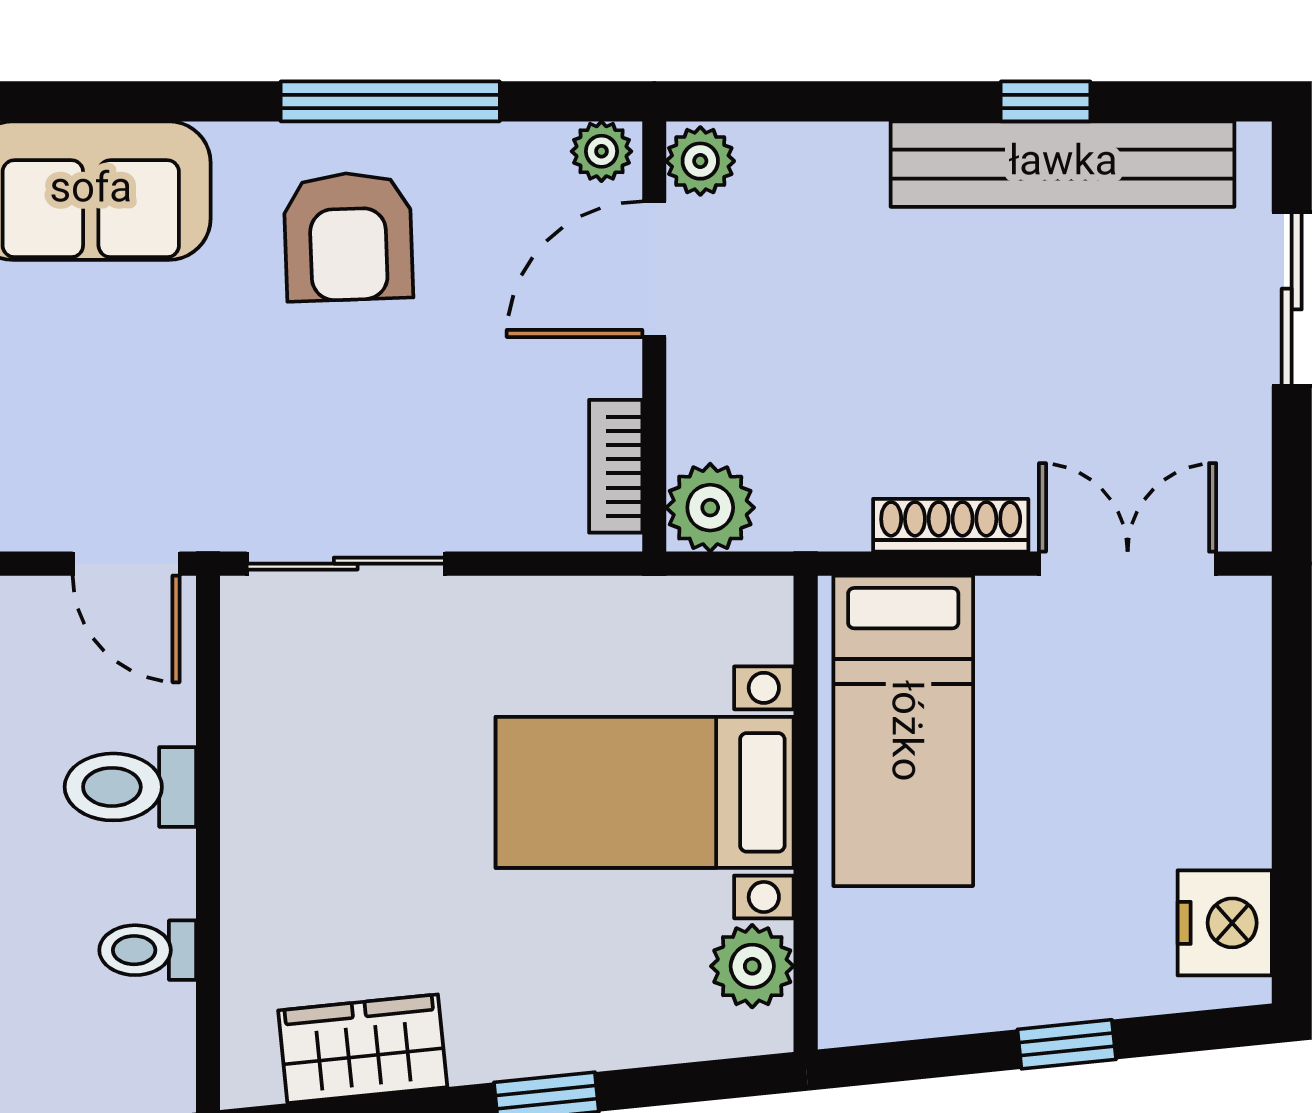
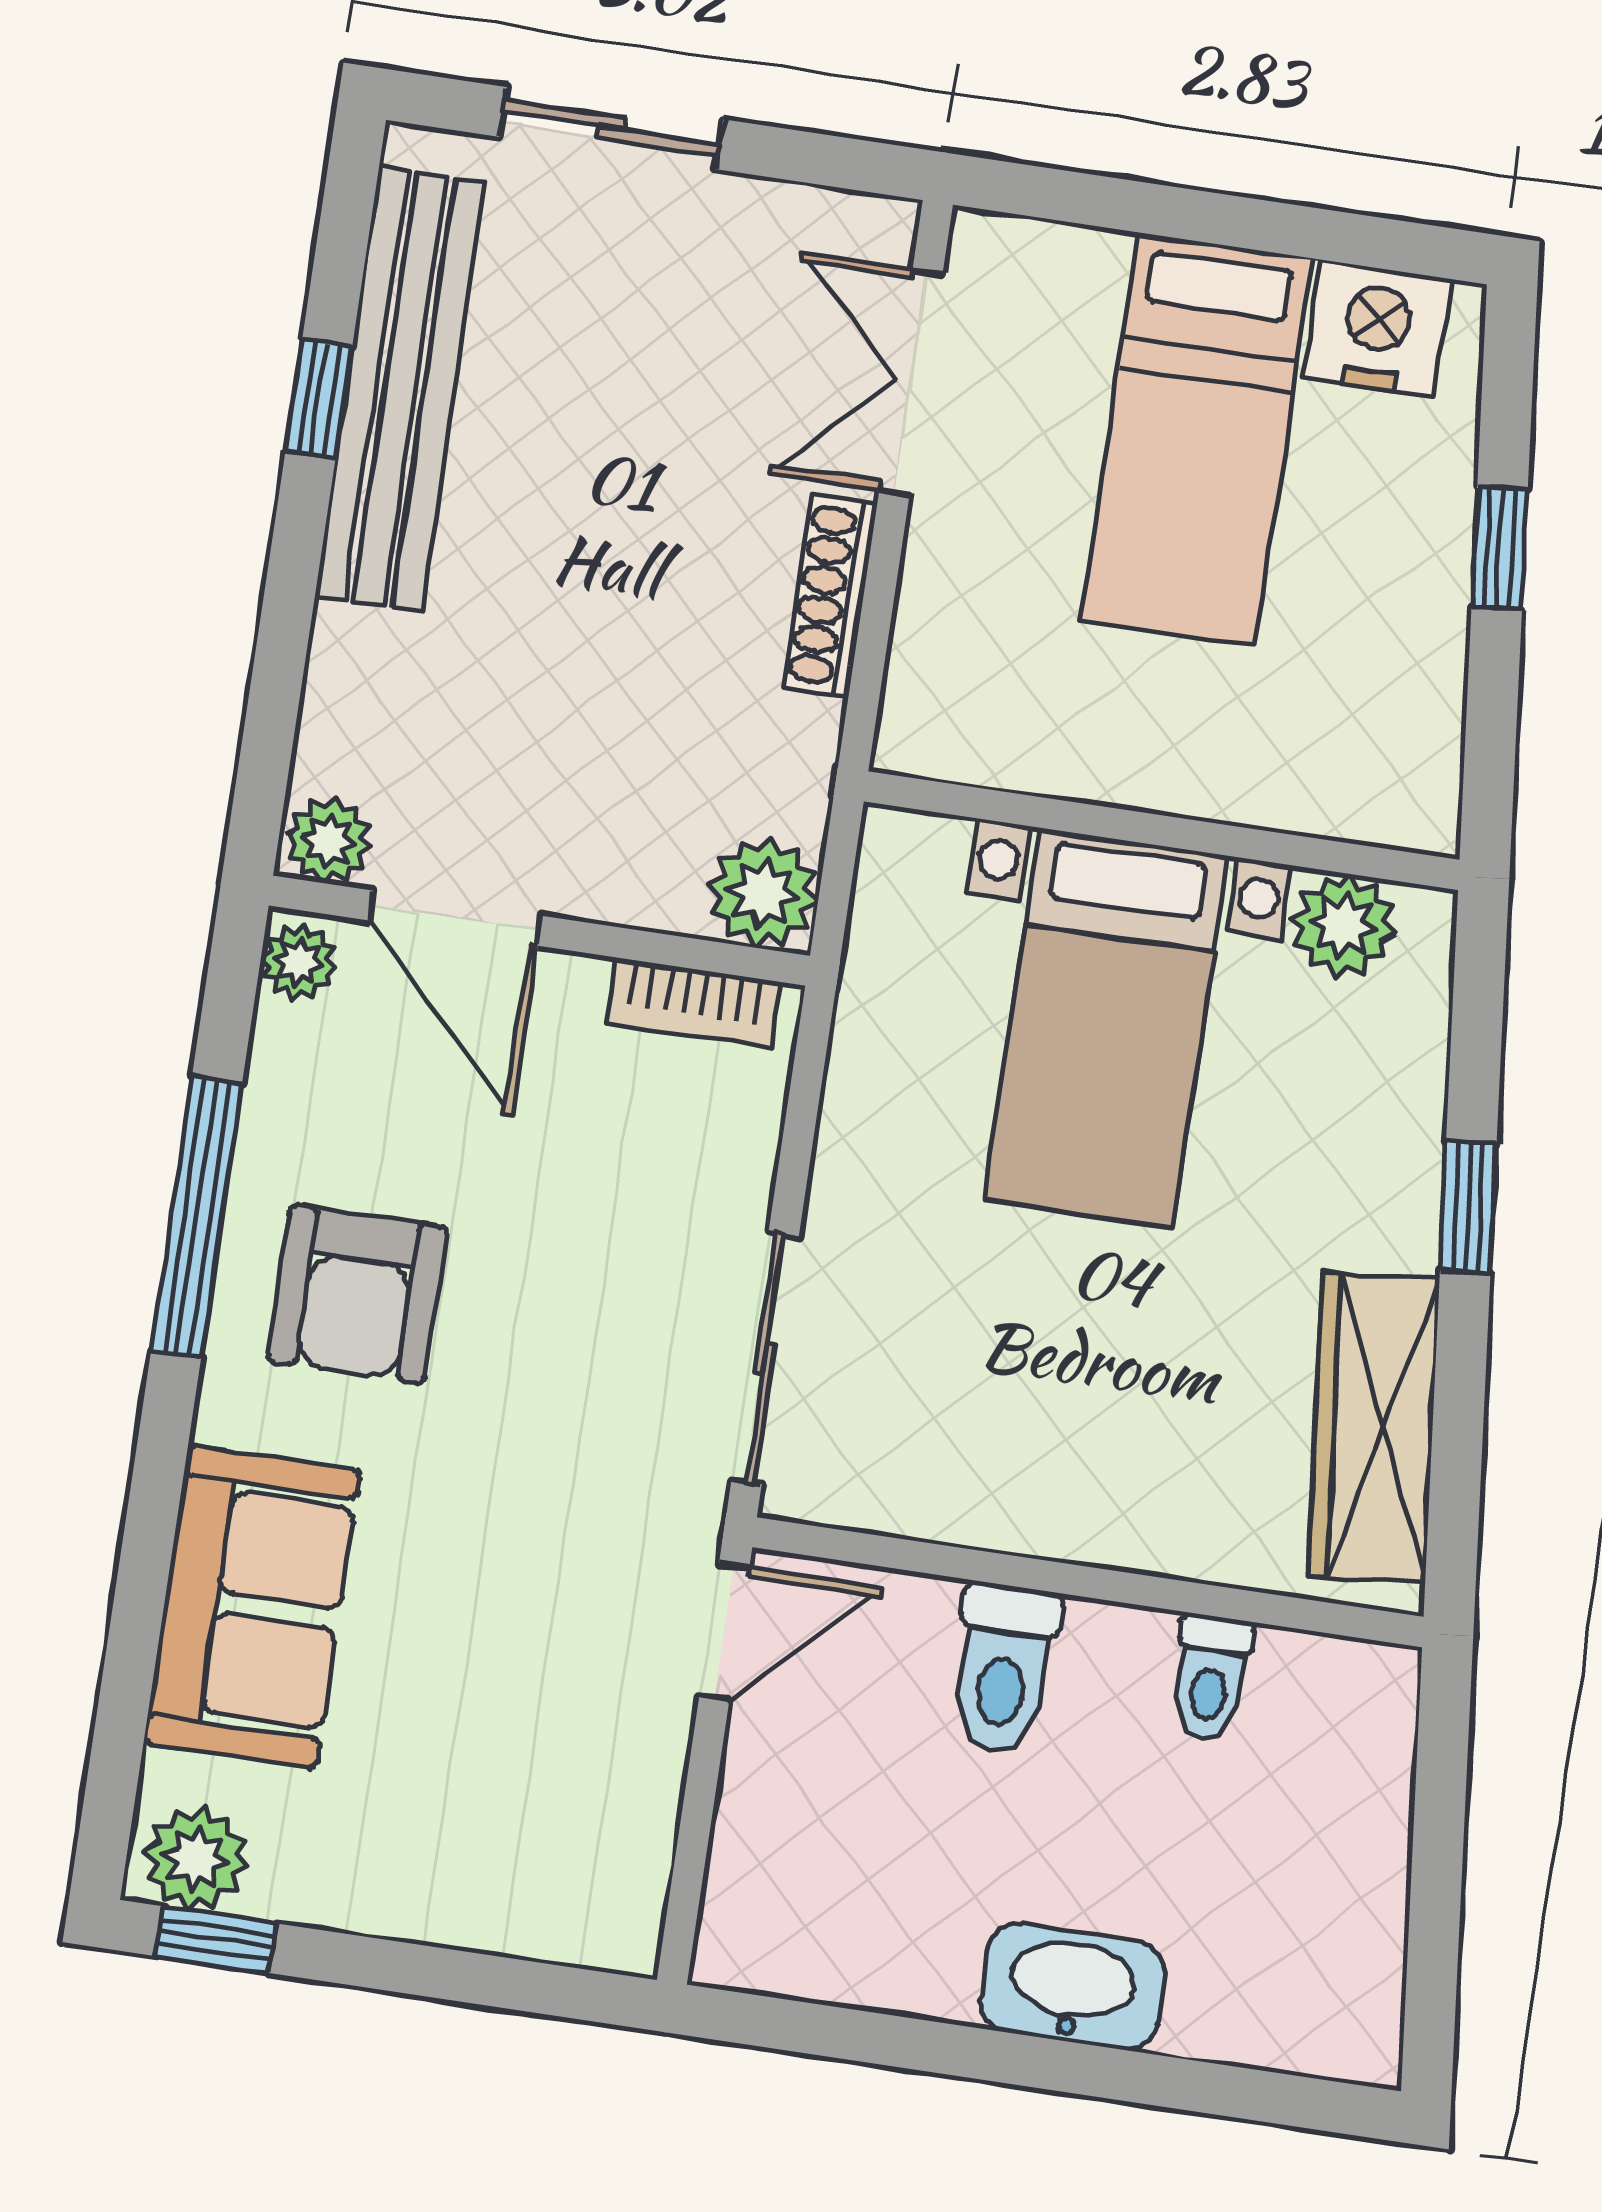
armchair: (348, 237) -> (357, 1294), turned 92
bed: (903, 731) -> (1197, 439), moved, turned 90
wardrobe: (363, 1049) -> (1374, 1427), width x1.50

